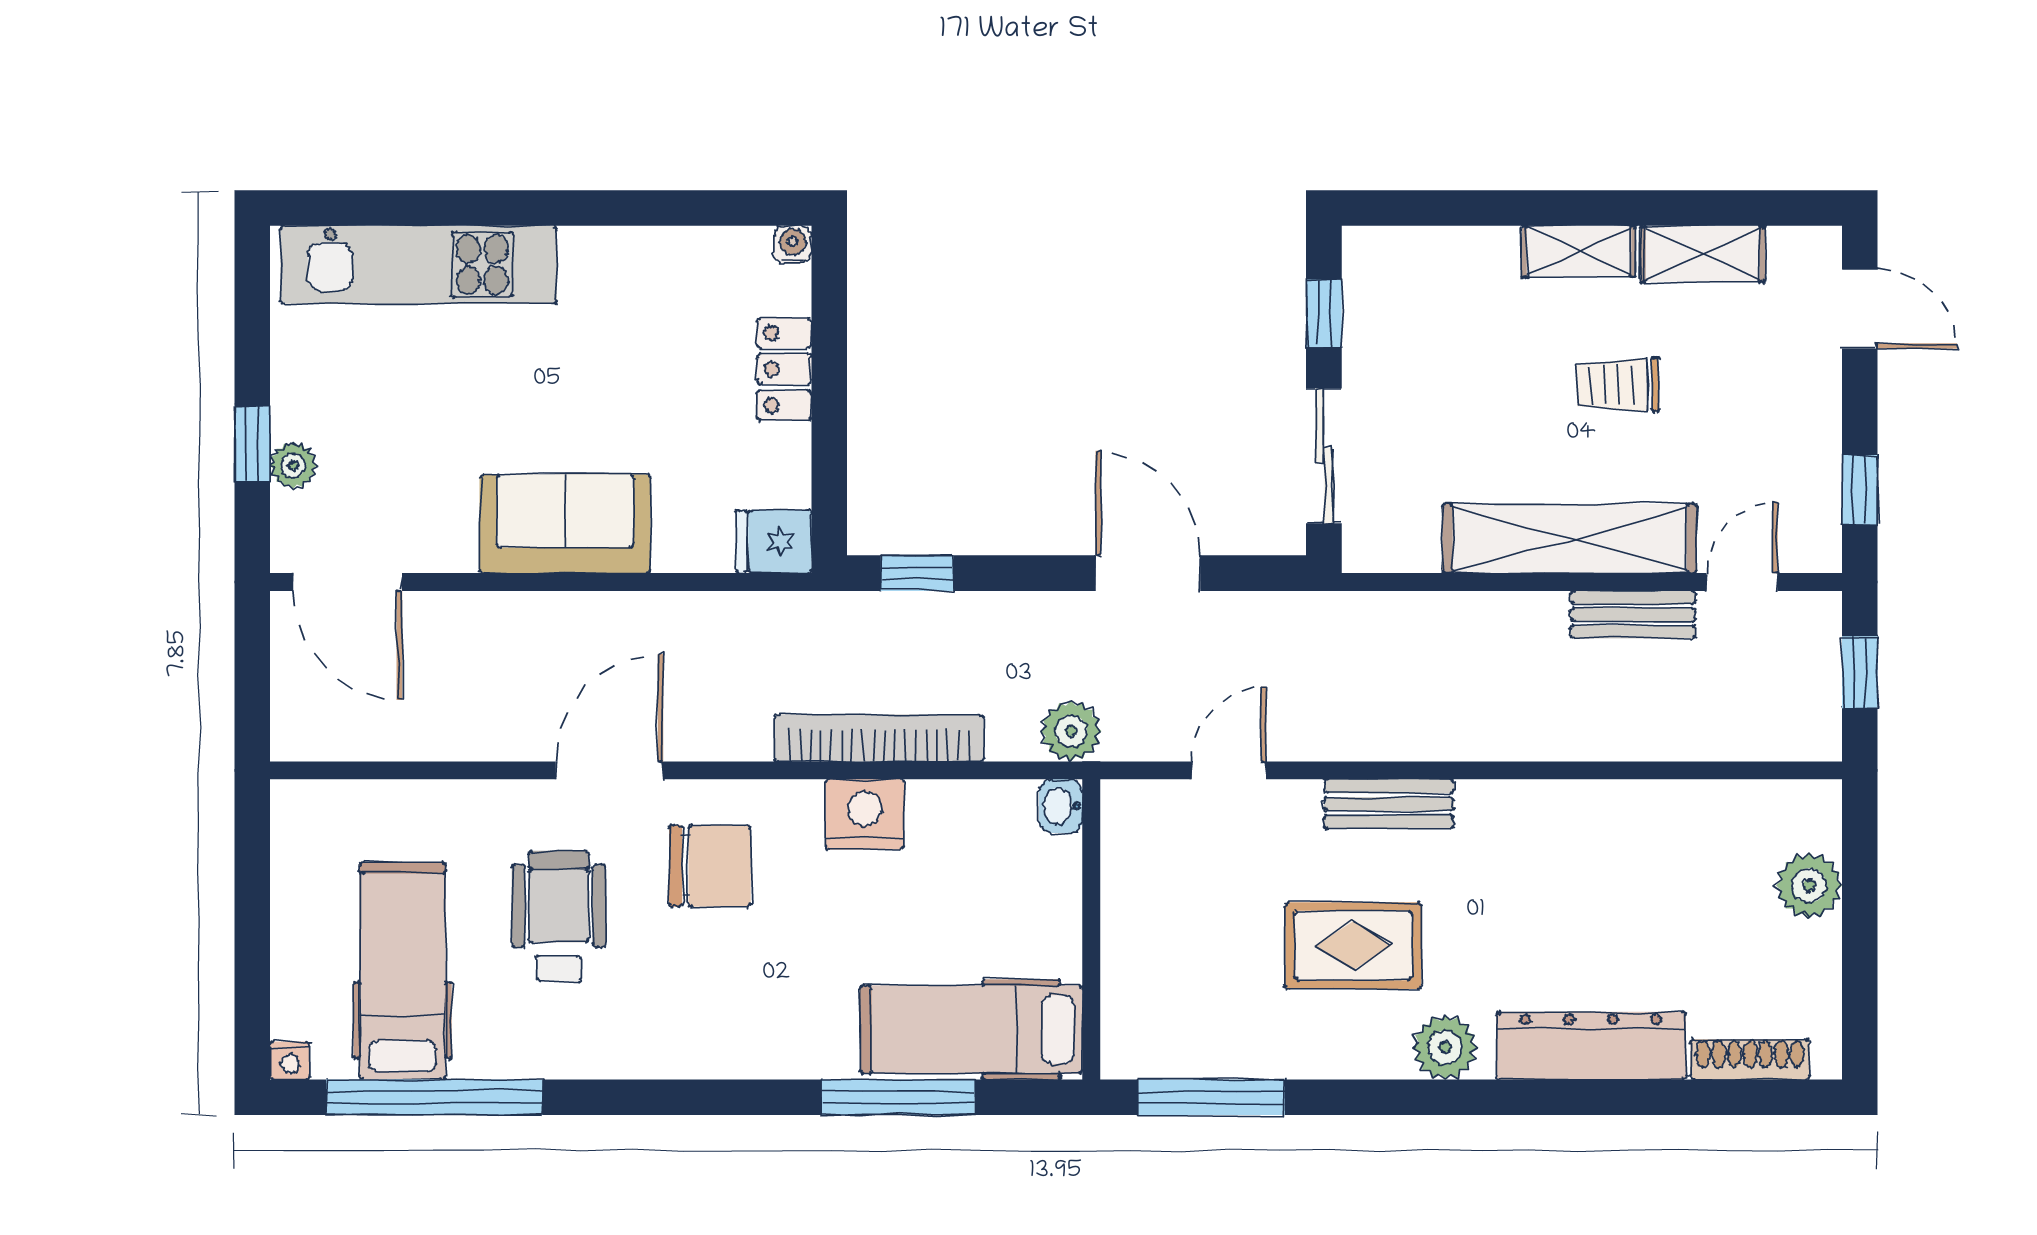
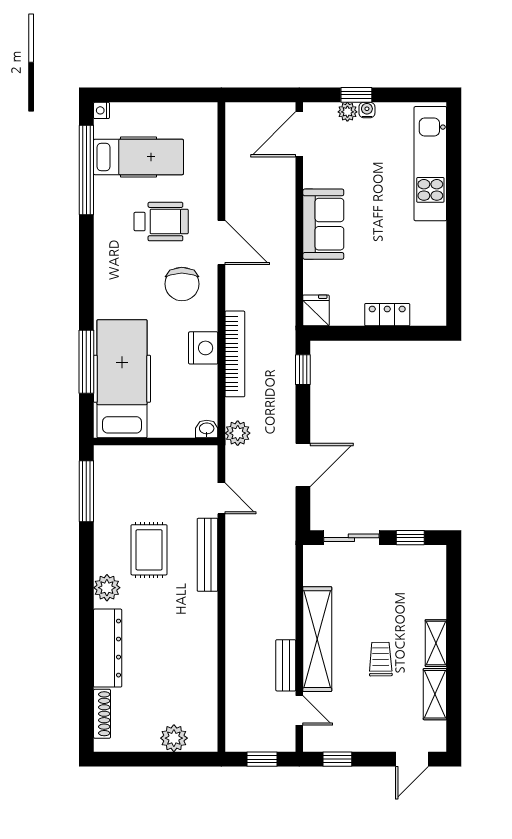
water cooler: (793, 245) -> (367, 110), moved, turned -90
bench: (1389, 804) -> (208, 555), width x1.36
hospital bed: (972, 1029) -> (122, 379), width x1.37, depth x1.29

